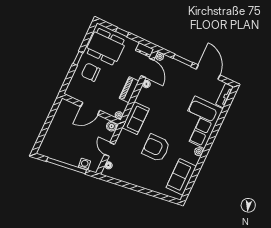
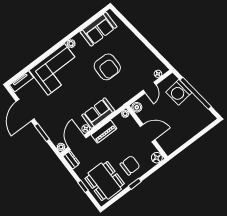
chair: (91, 72) -> (130, 165), turned -90
floor lamp: (71, 91) -> (157, 158), added
sofa: (136, 118) -> (98, 113), moved
washing machine: (85, 164) -> (179, 92), width x1.89, depth x1.89

